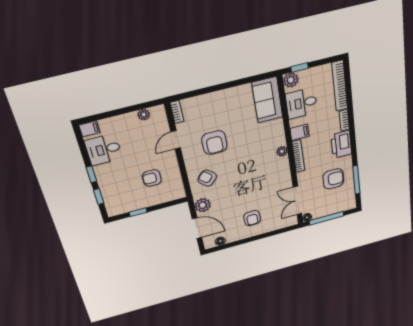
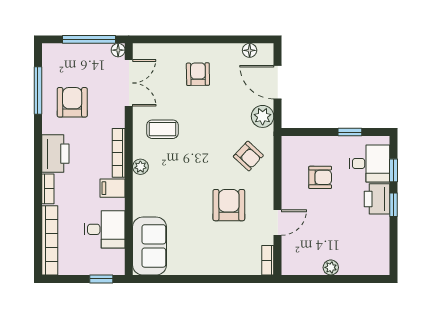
plant: (291, 80) -> (115, 265), removed
plant: (144, 115) -> (331, 267), moved
filing cabinet: (89, 129) -> (379, 266), removed
desk: (104, 150) -> (369, 164), moved
printer: (105, 175) -> (377, 199), added
coffee table: (270, 179) -> (162, 129), added
armchair: (333, 179) -> (72, 102), turned 90

